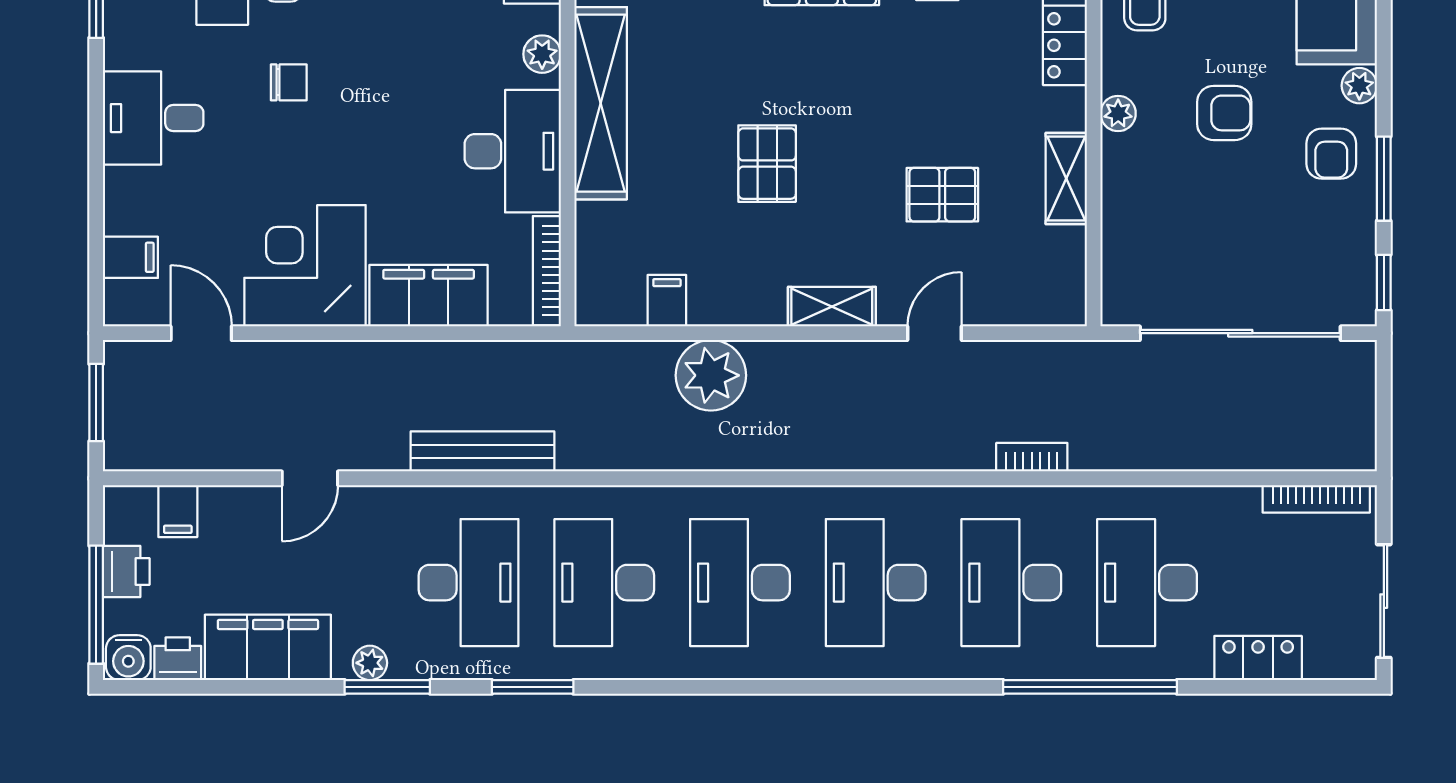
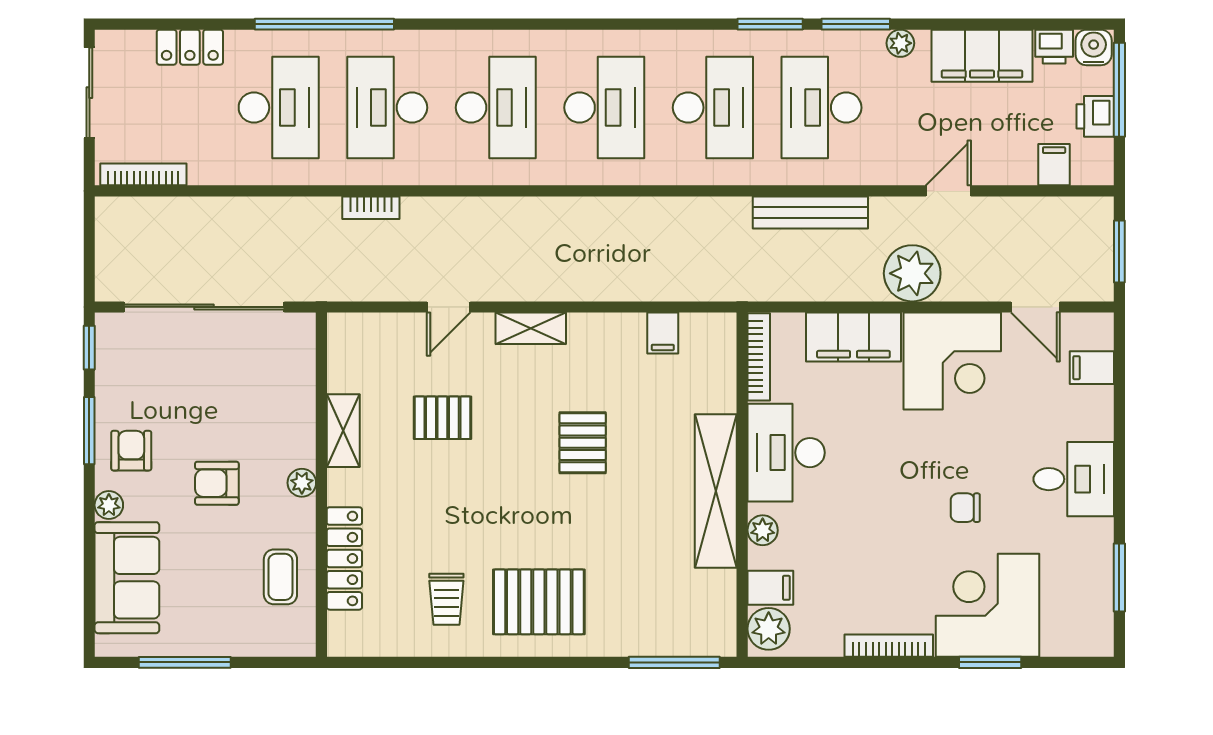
plant: (711, 375) -> (912, 273), moved
desk: (1011, 583) -> (387, 108), turned 180
window: (387, 687) -> (856, 24), moved

